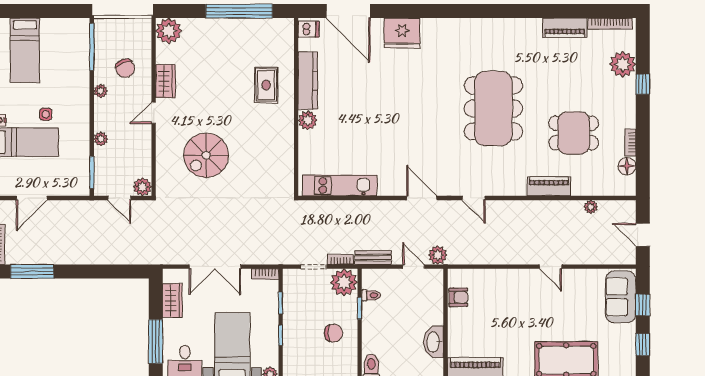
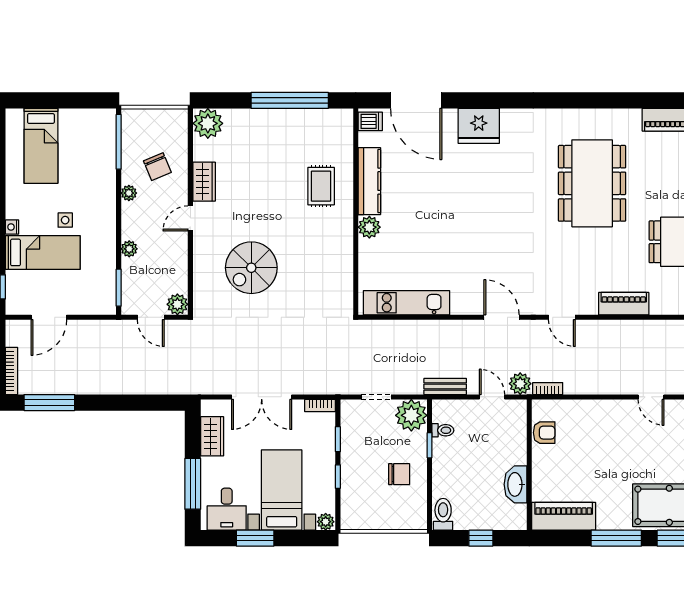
dining table: (493, 108) -> (592, 183), moved
piano: (549, 186) -> (624, 304), moved
bookcase: (341, 259) -> (548, 389), moved

